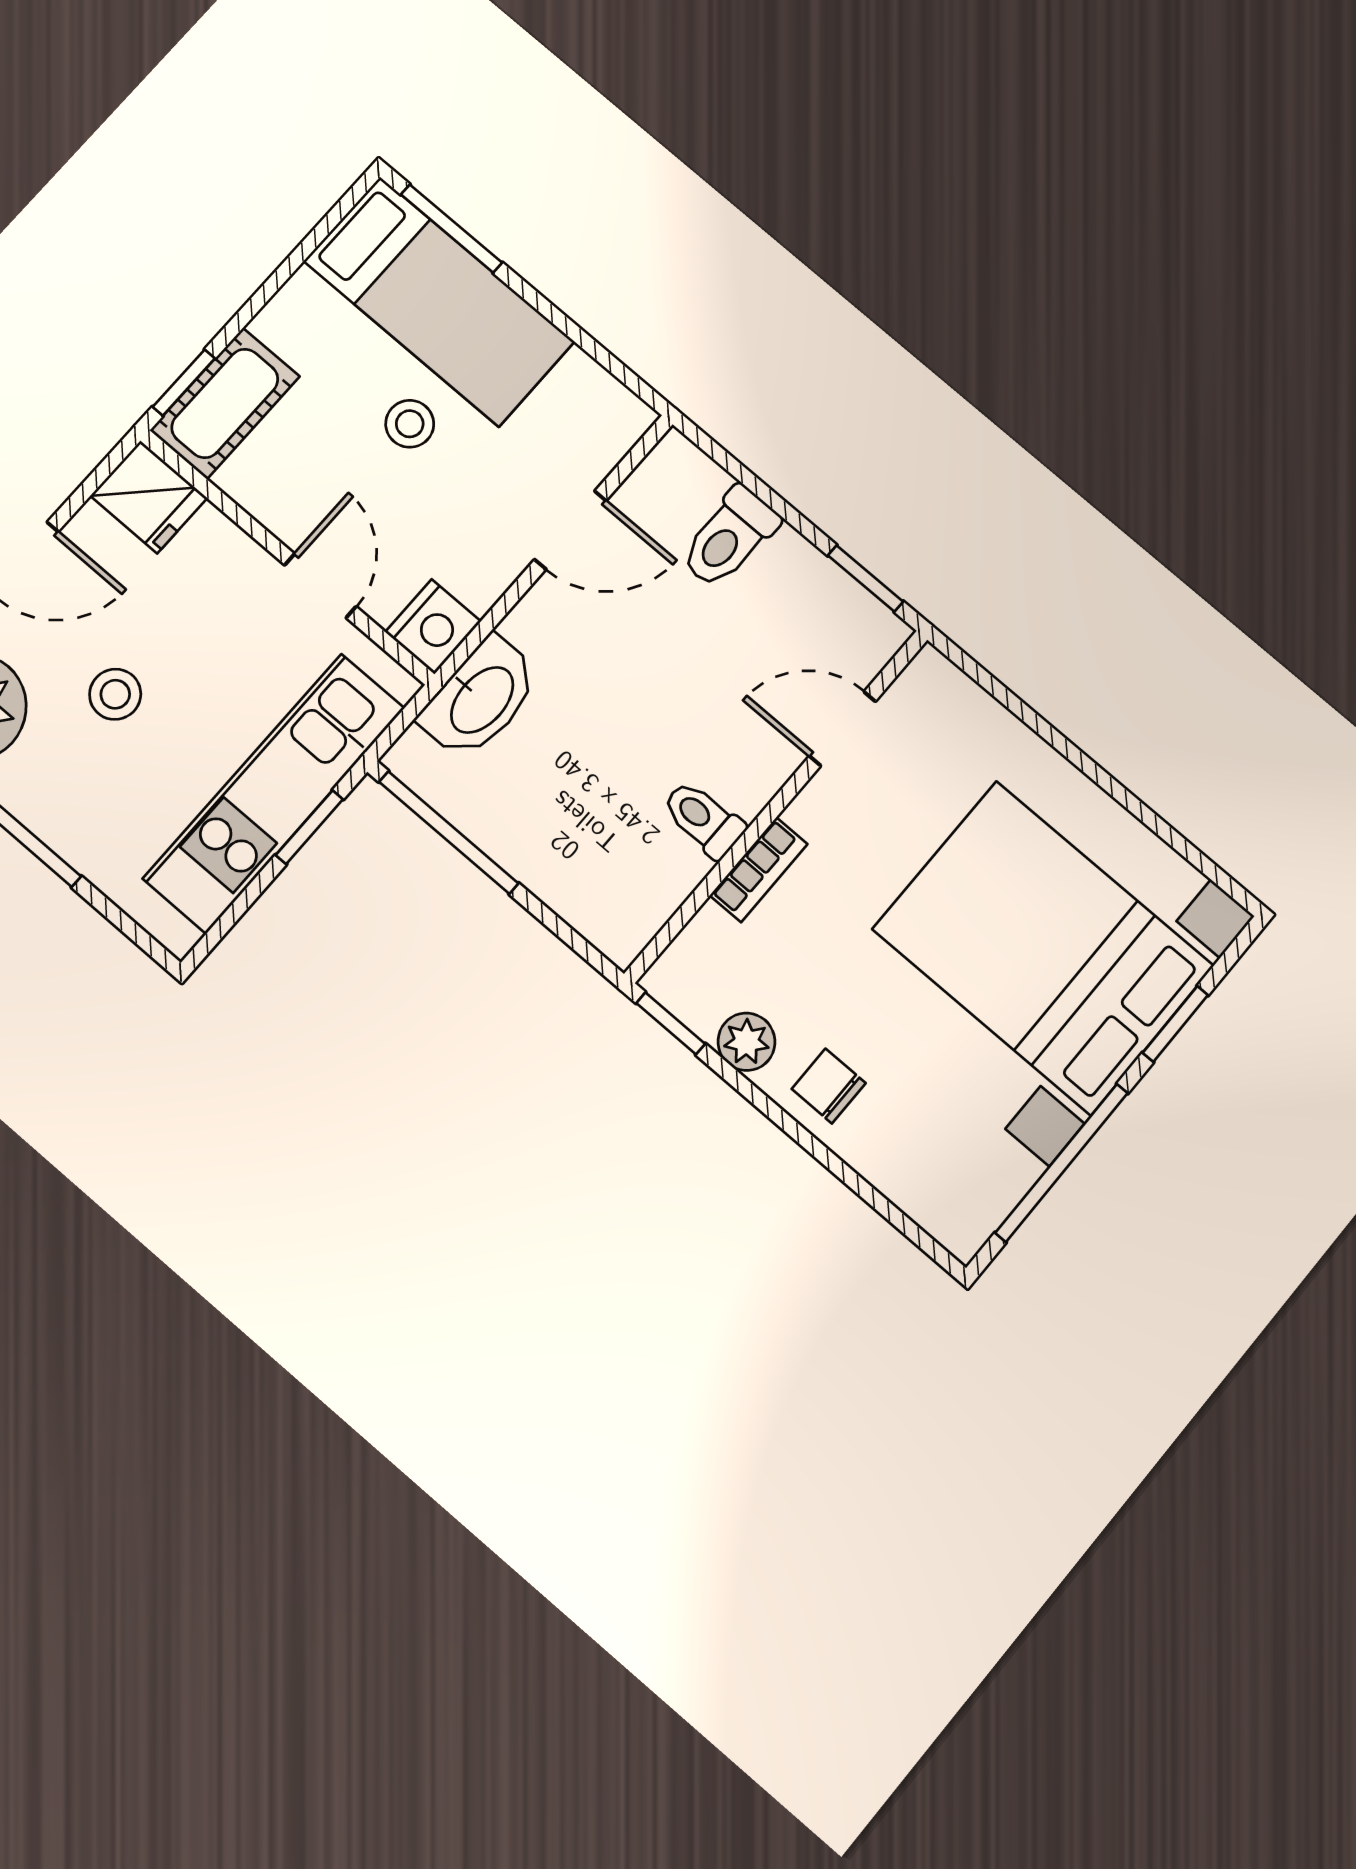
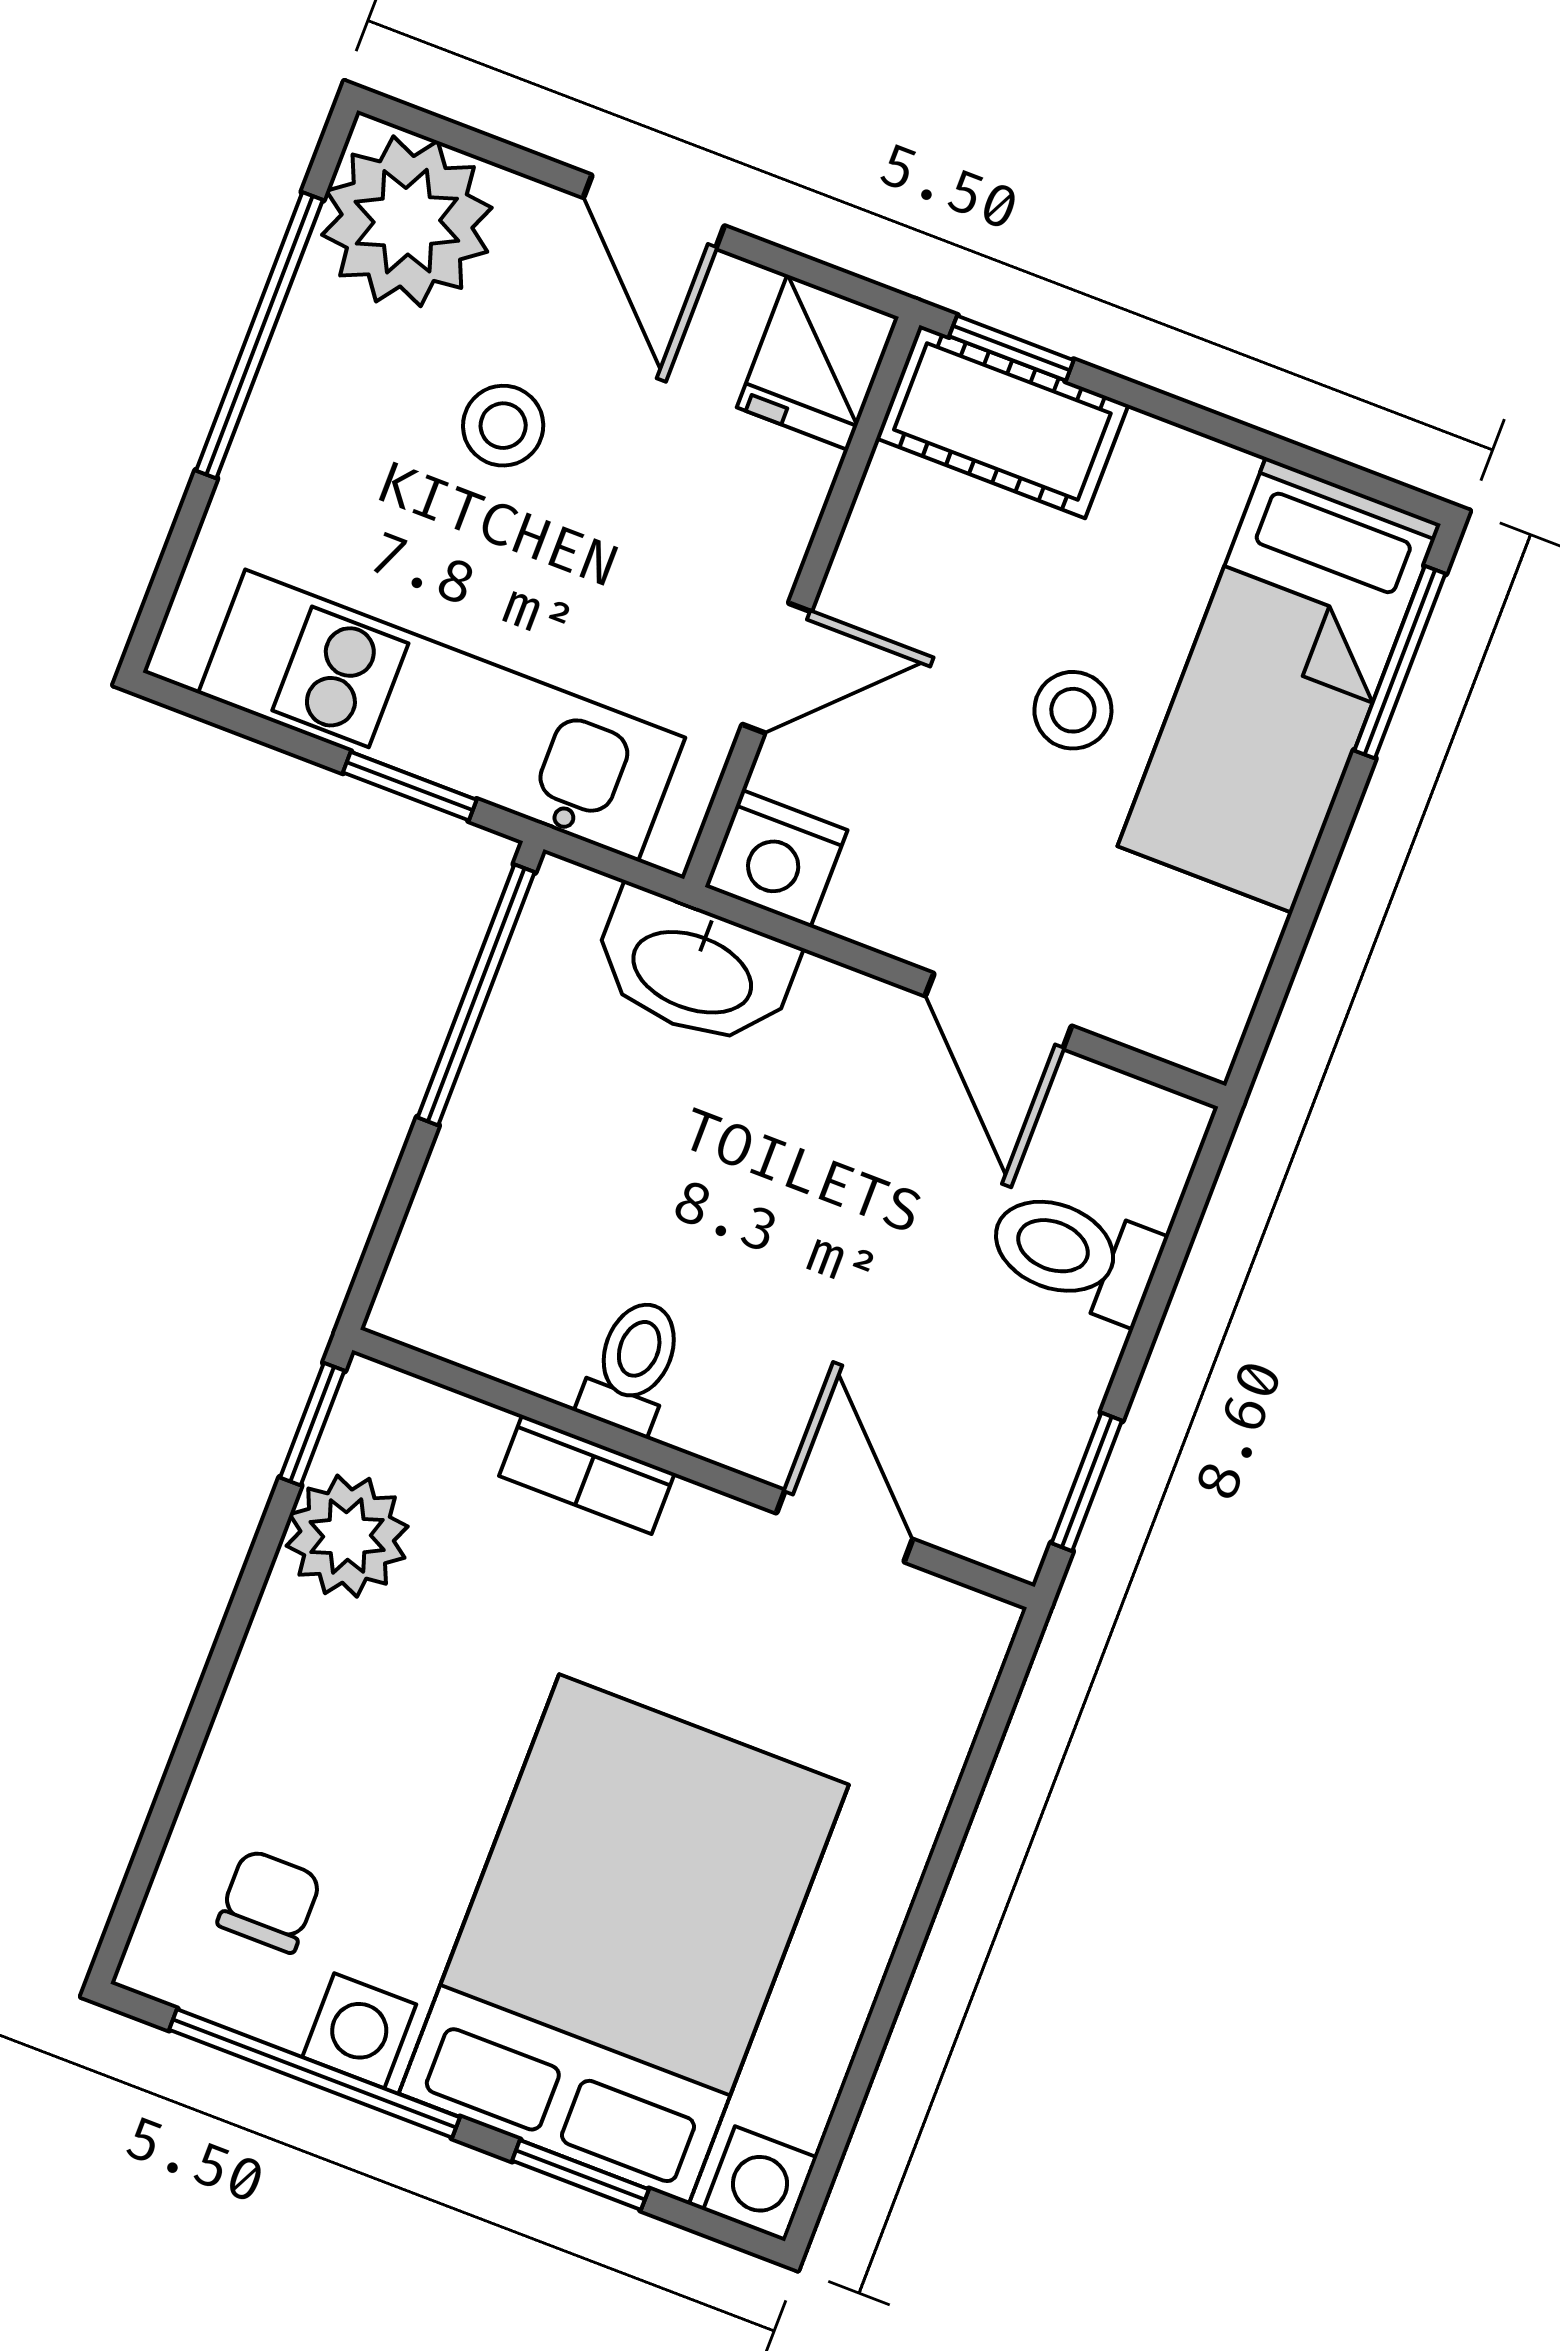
plant: (746, 1042) -> (347, 1536), width x1.38, depth x1.38
chair: (829, 1086) -> (269, 1901), moved

